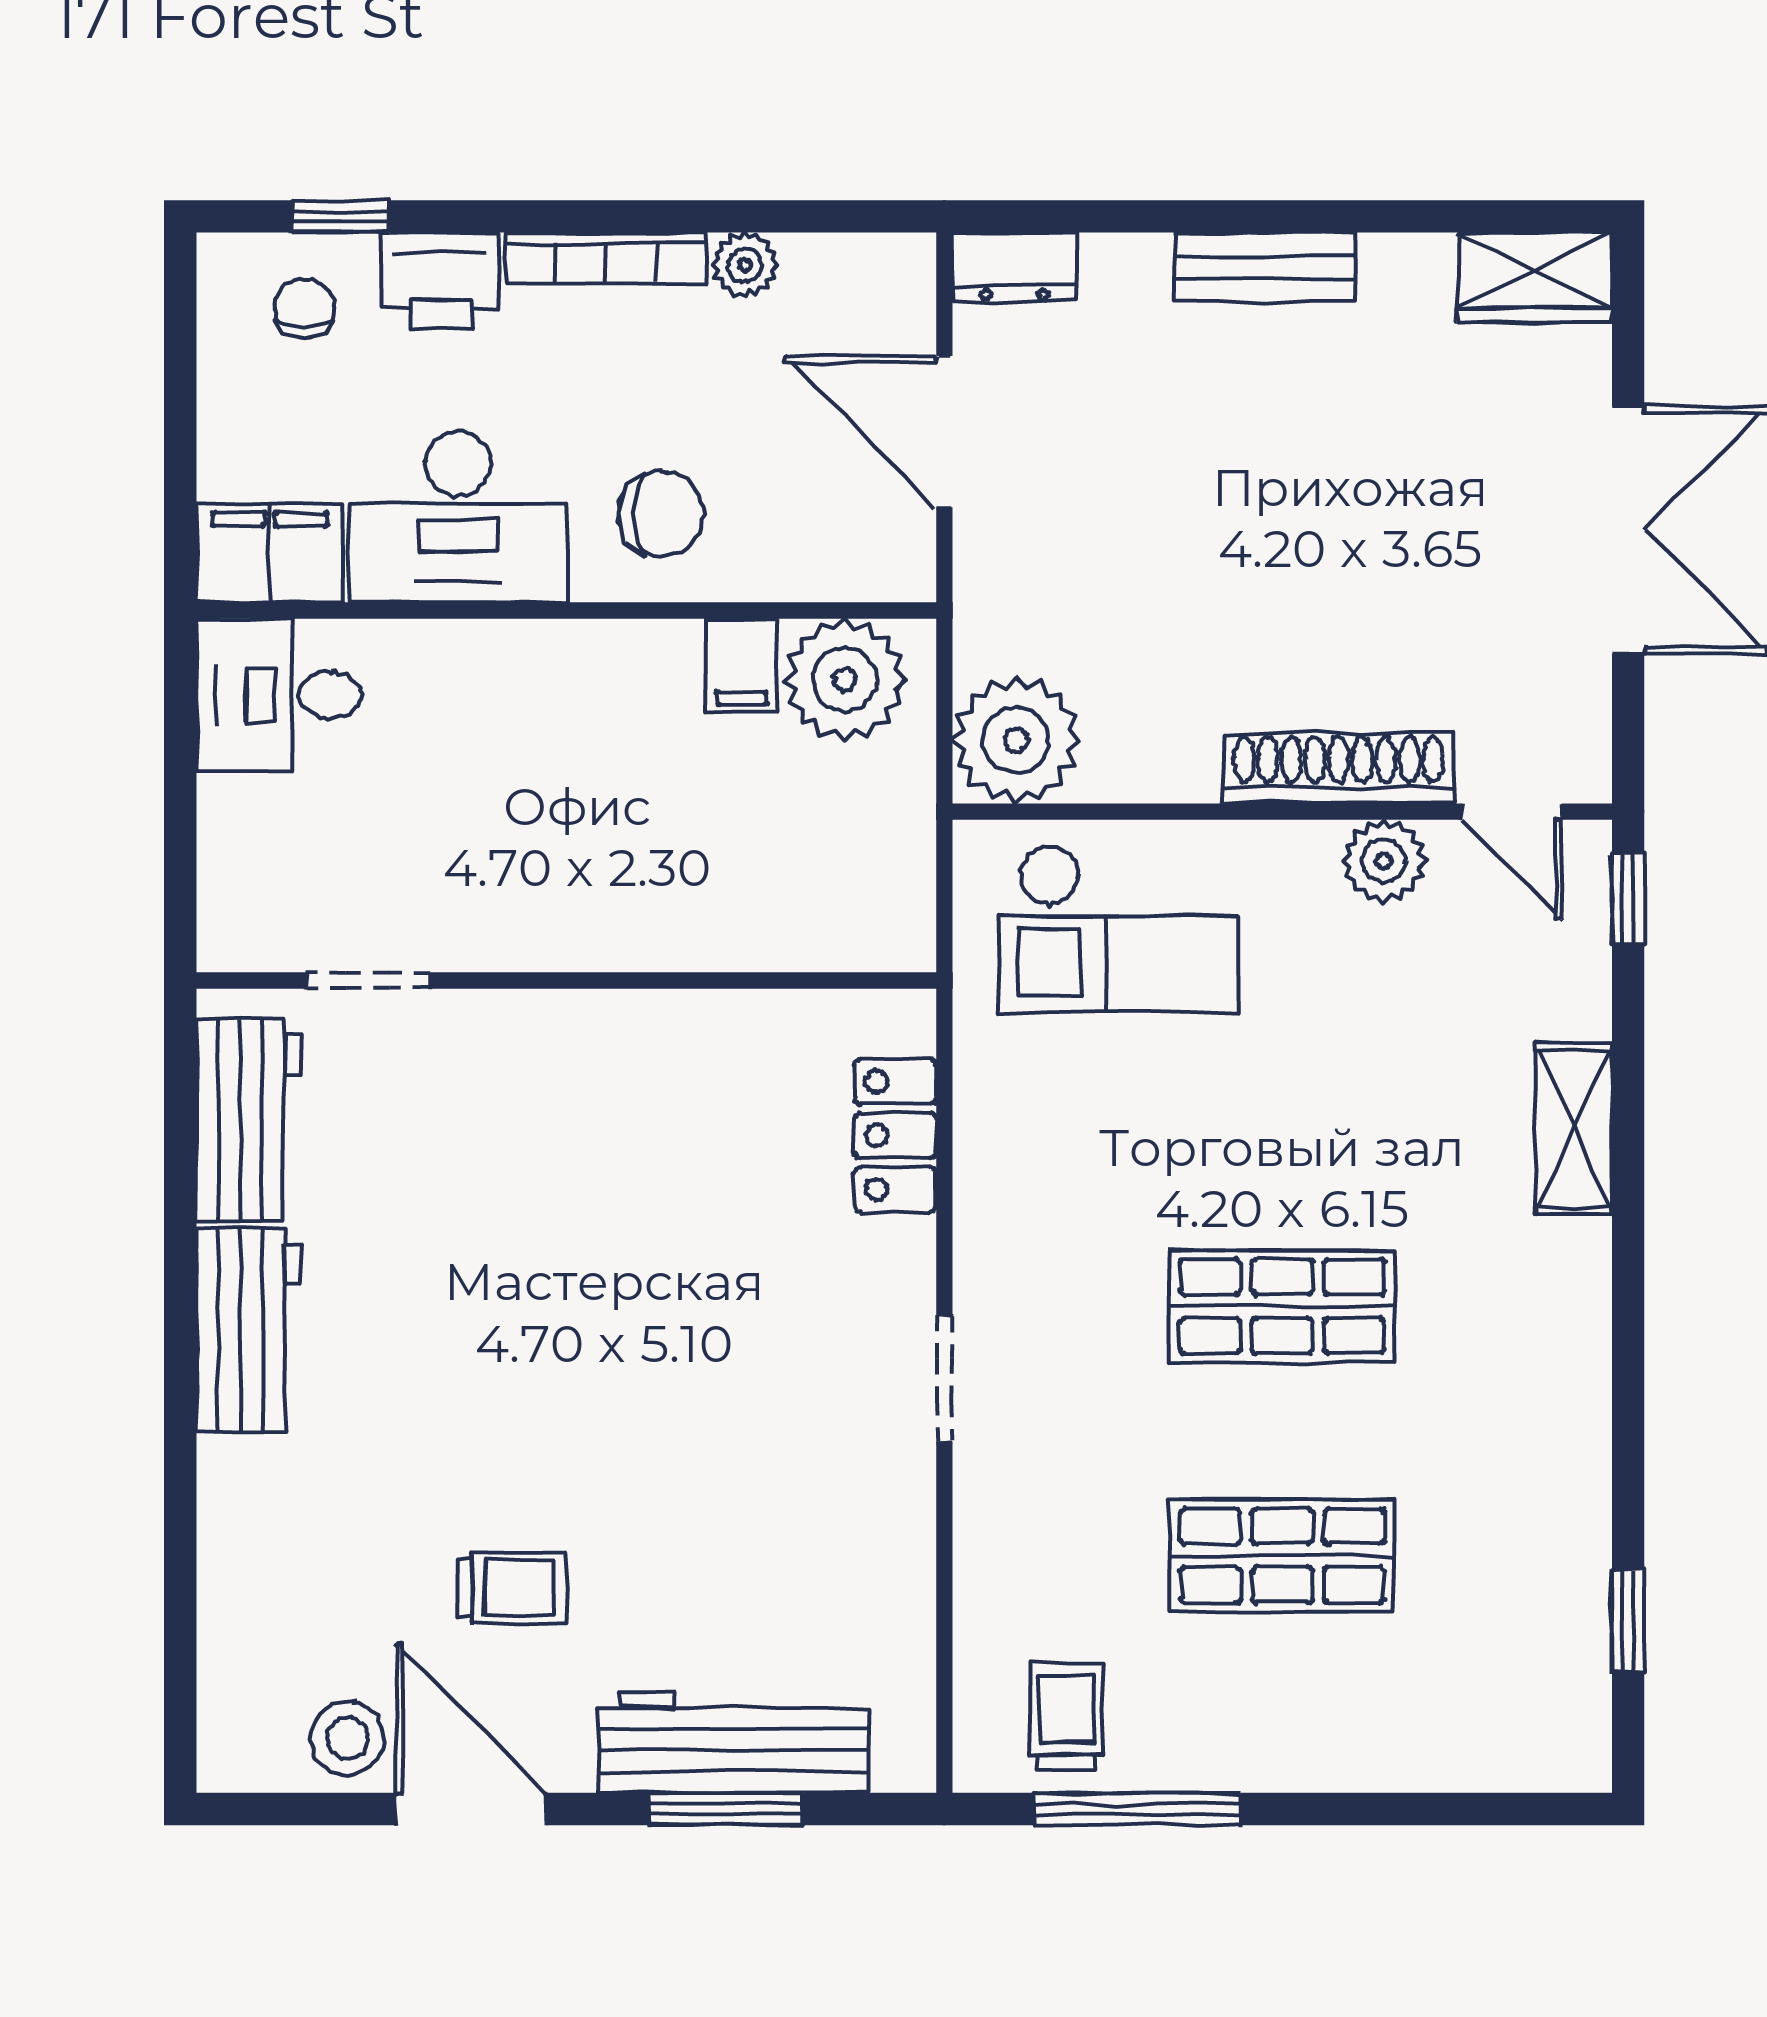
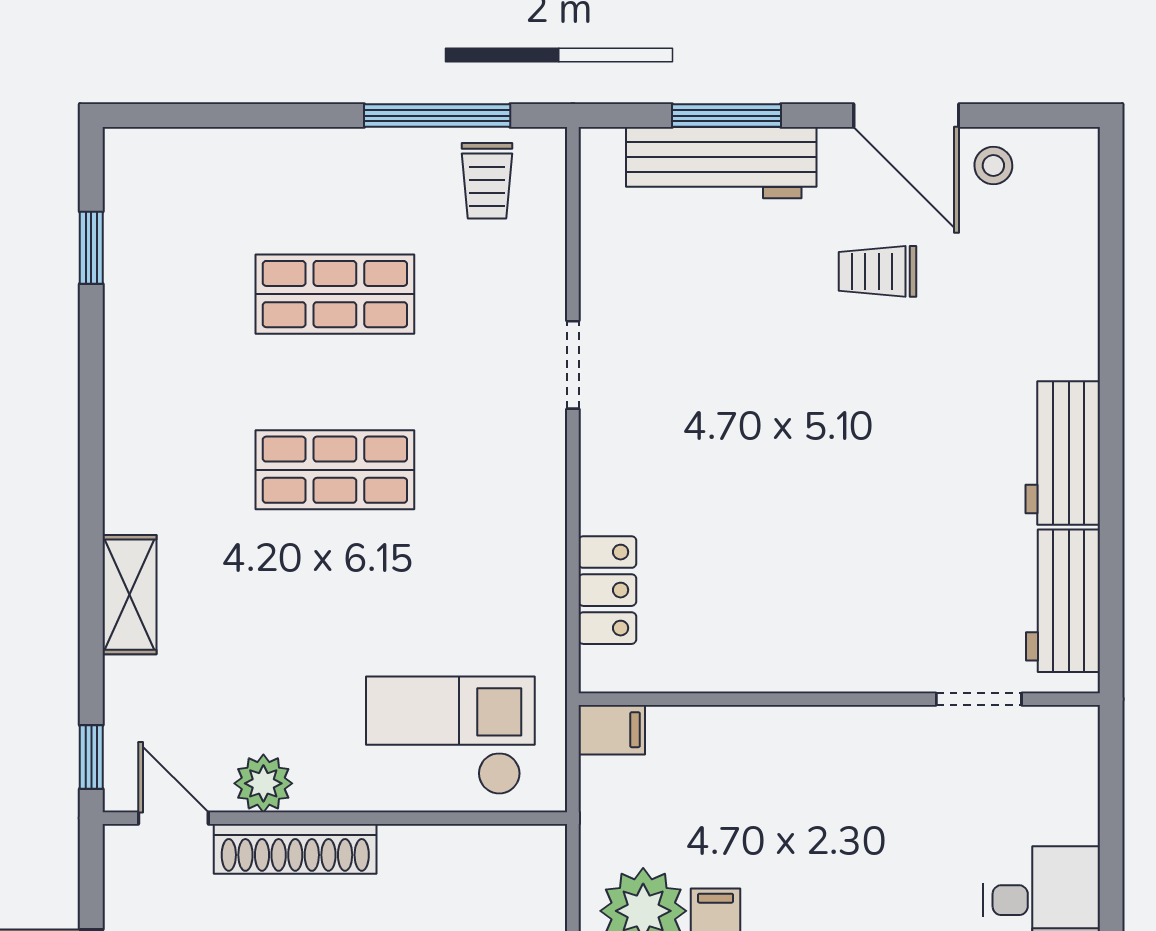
plant: (1016, 740) -> (522, 868), removed
filing cabinet: (889, 937) -> (612, 730), added
doorway: (944, 1379) -> (573, 365), moved
stool: (347, 1738) -> (993, 166), width x0.73, depth x0.73

